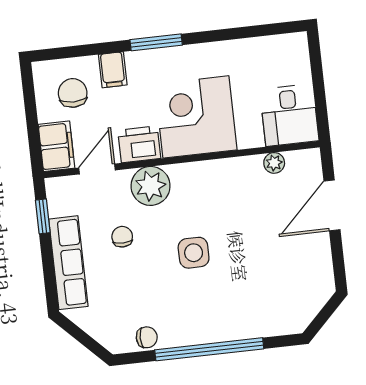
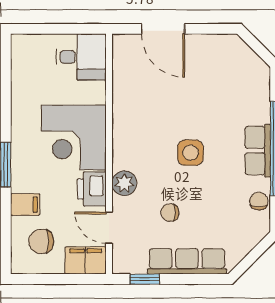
plant: (274, 163) -> (121, 75), removed
plant: (151, 186) -> (124, 183), width x0.73, depth x0.73
row of seats: (205, 329) -> (258, 151), added

